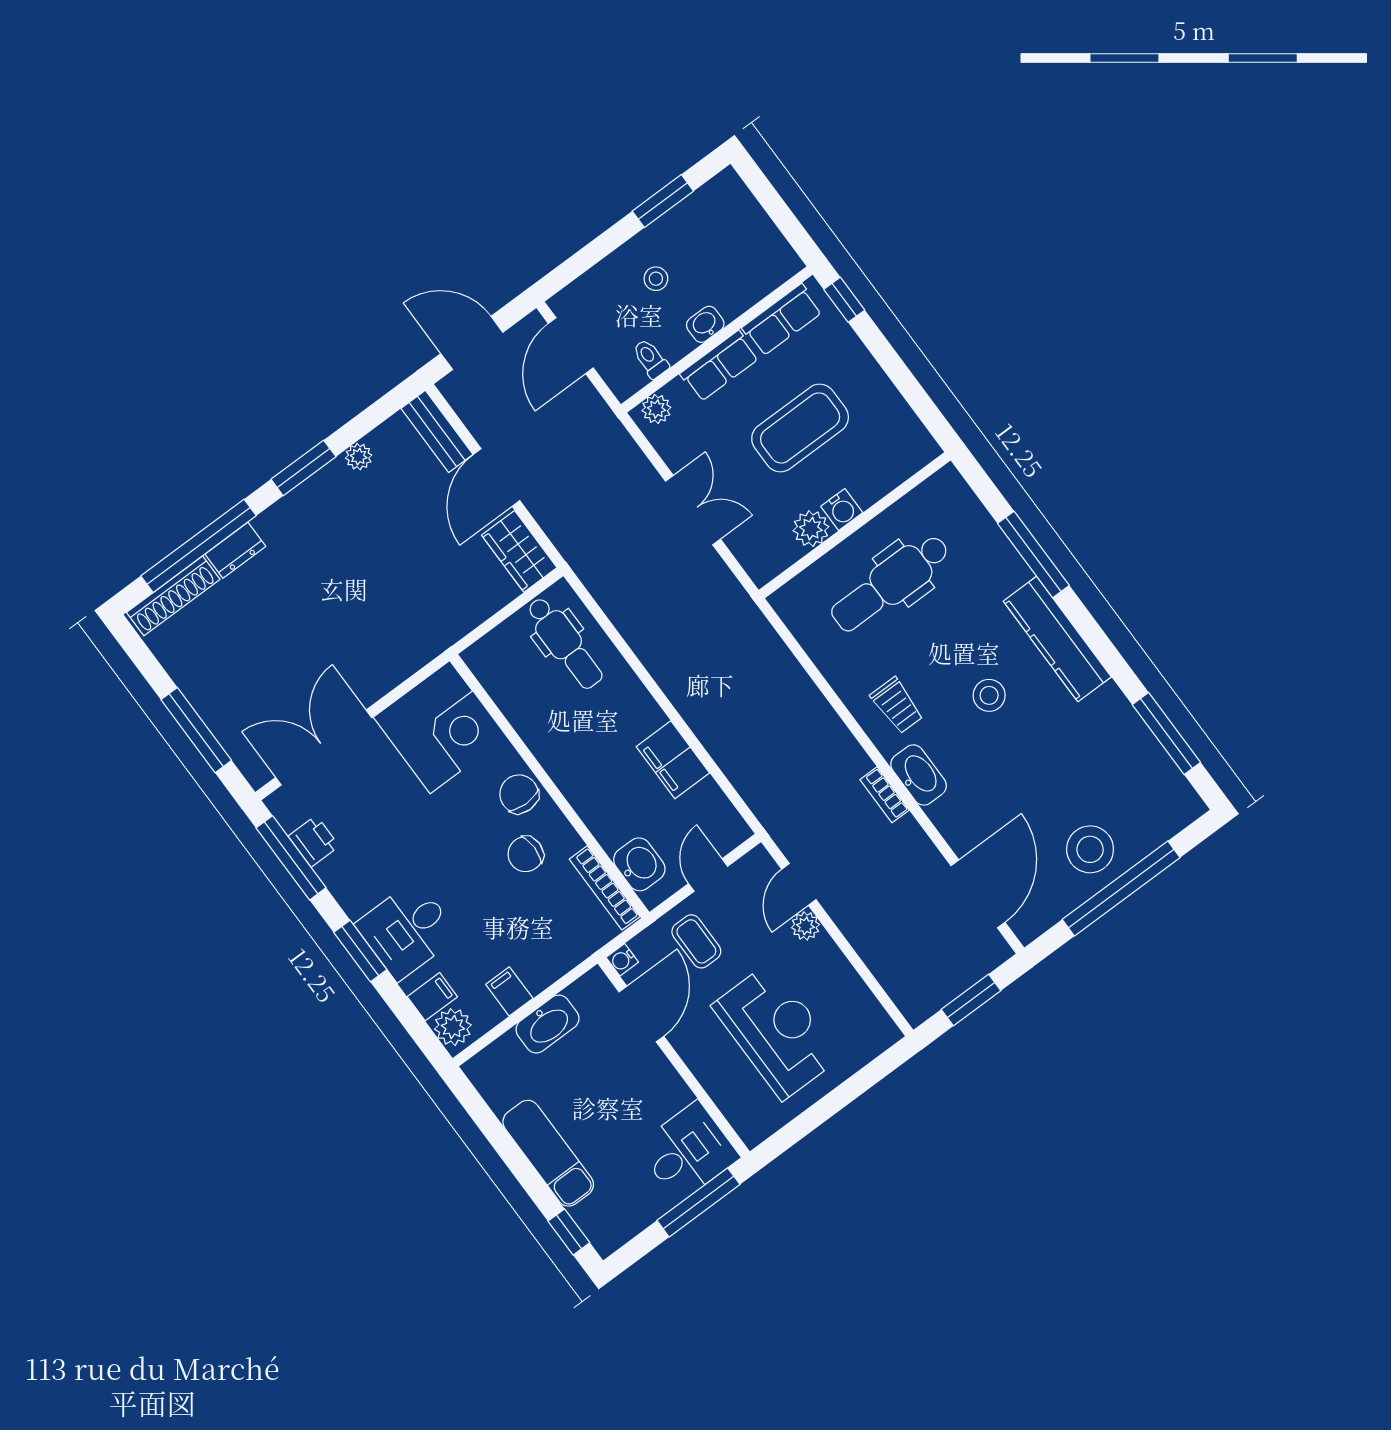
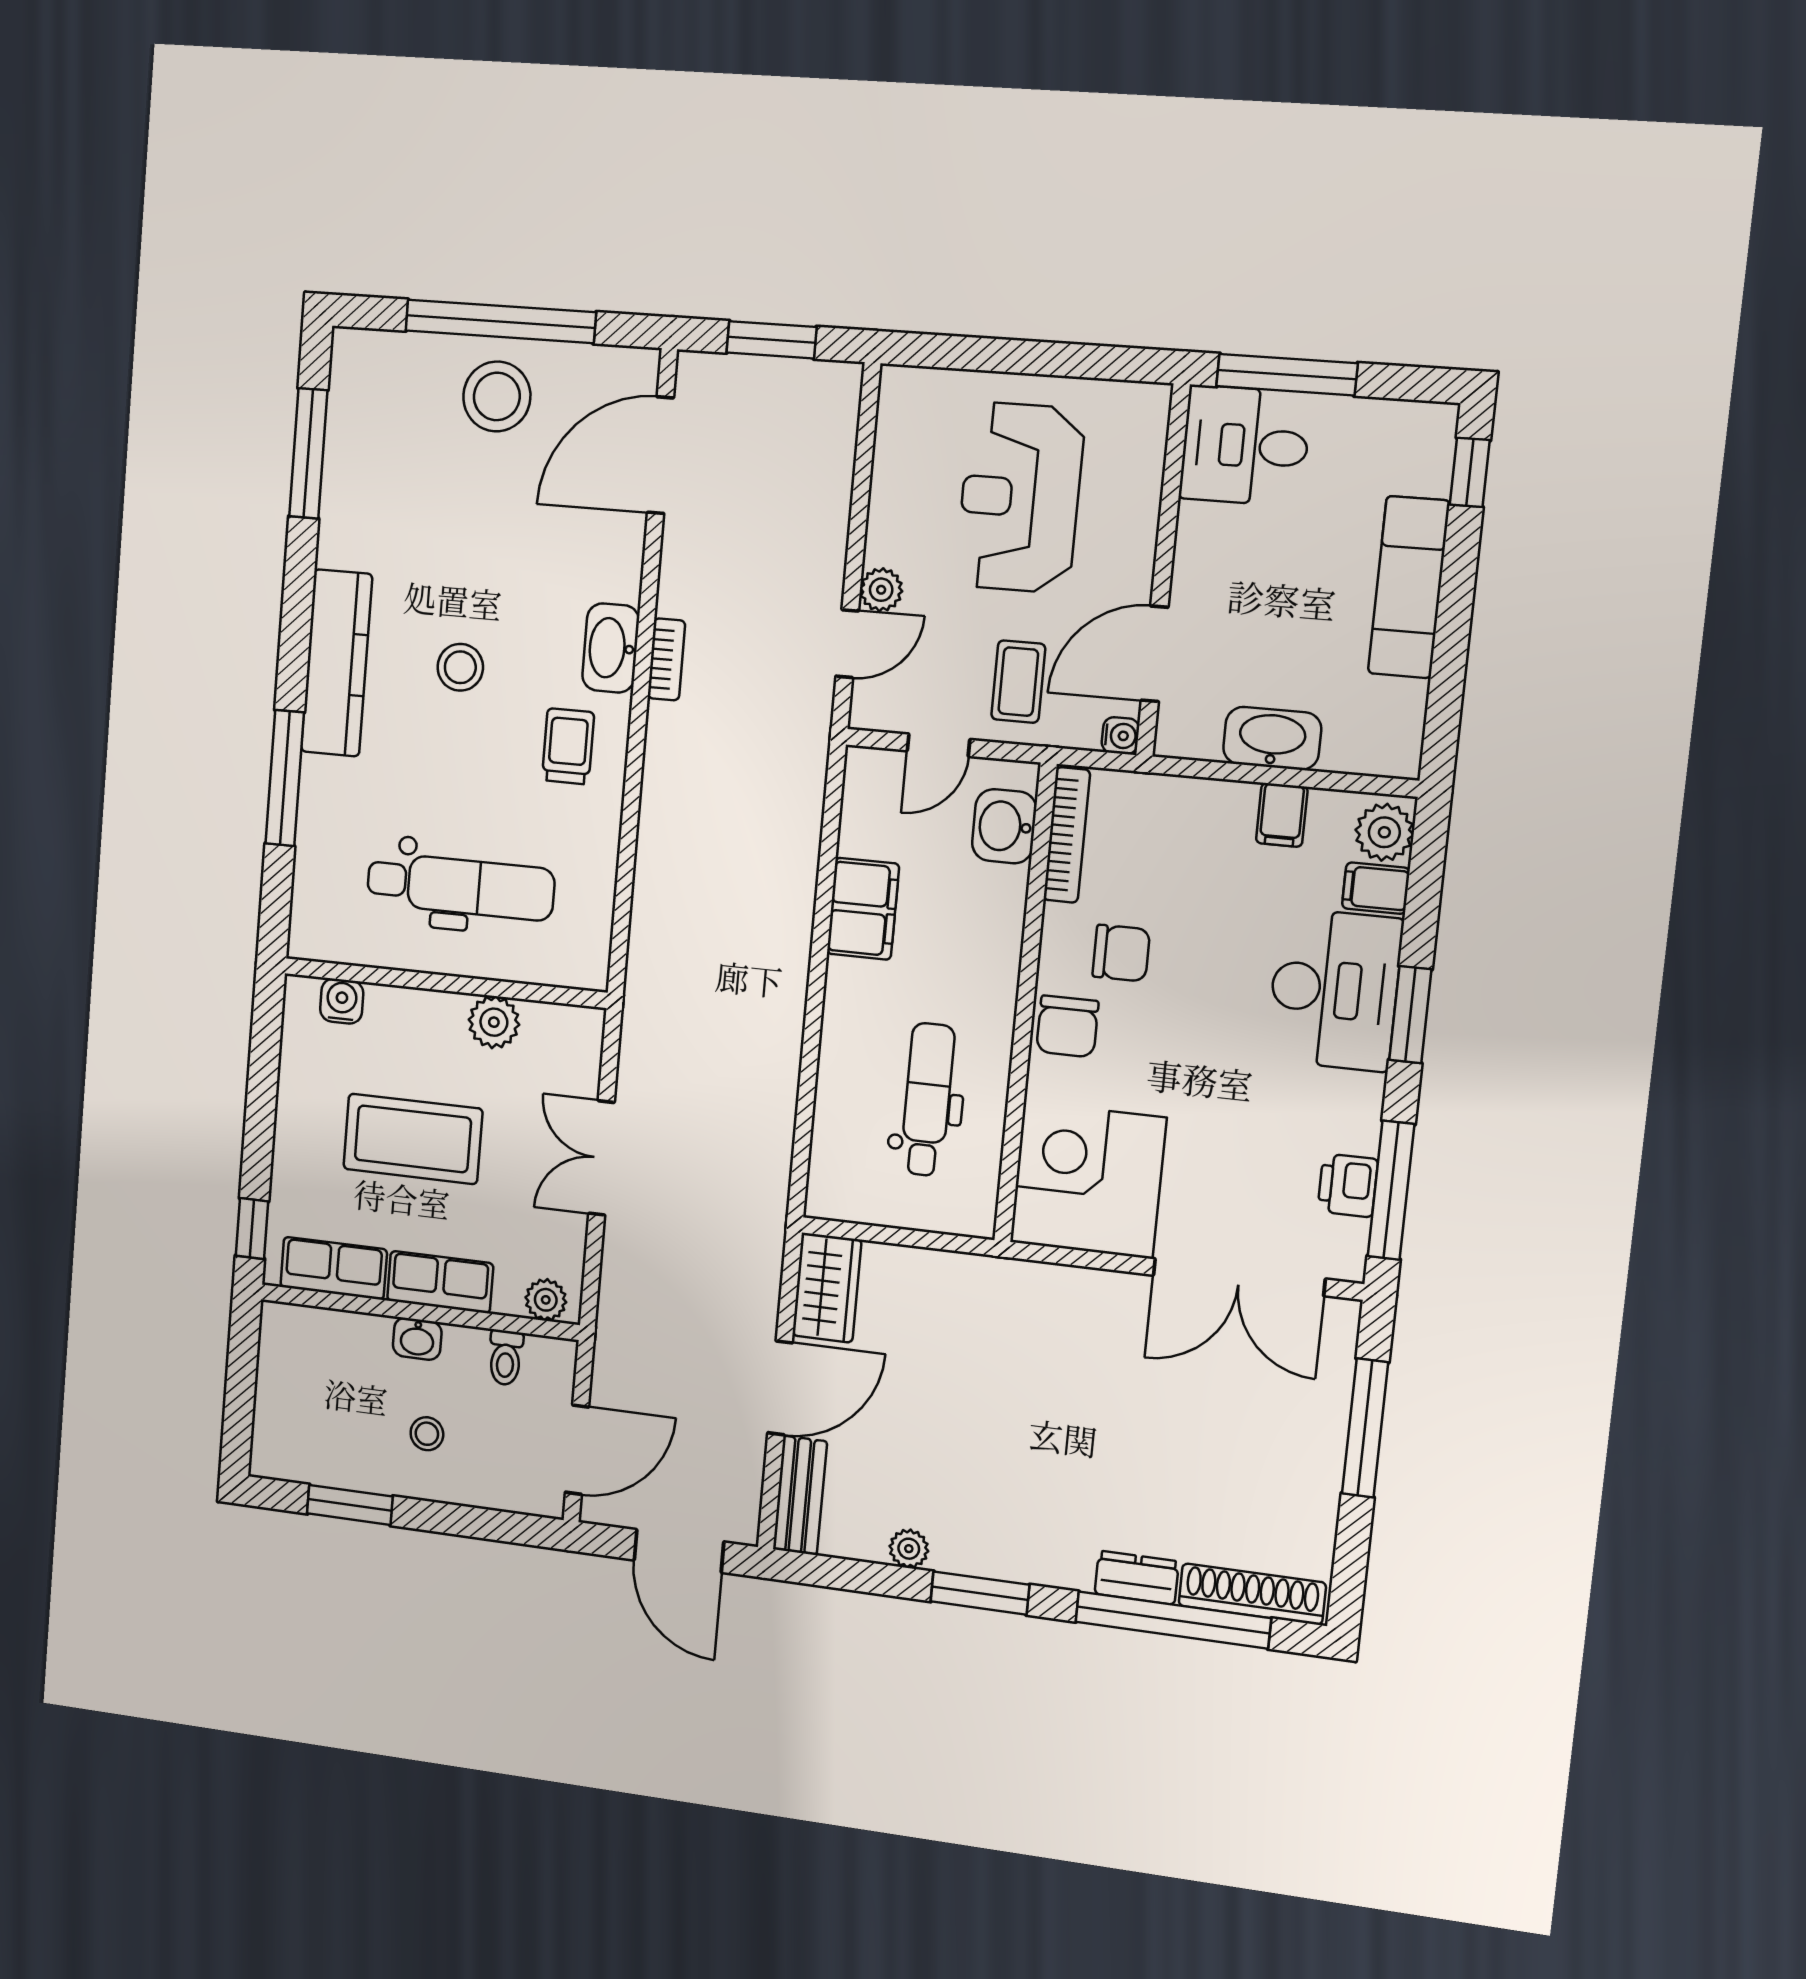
water cooler: (842, 510) -> (342, 1001), moved
dental chair: (565, 643) -> (927, 1100), moved
desk: (407, 930) -> (1334, 990), width x1.37

